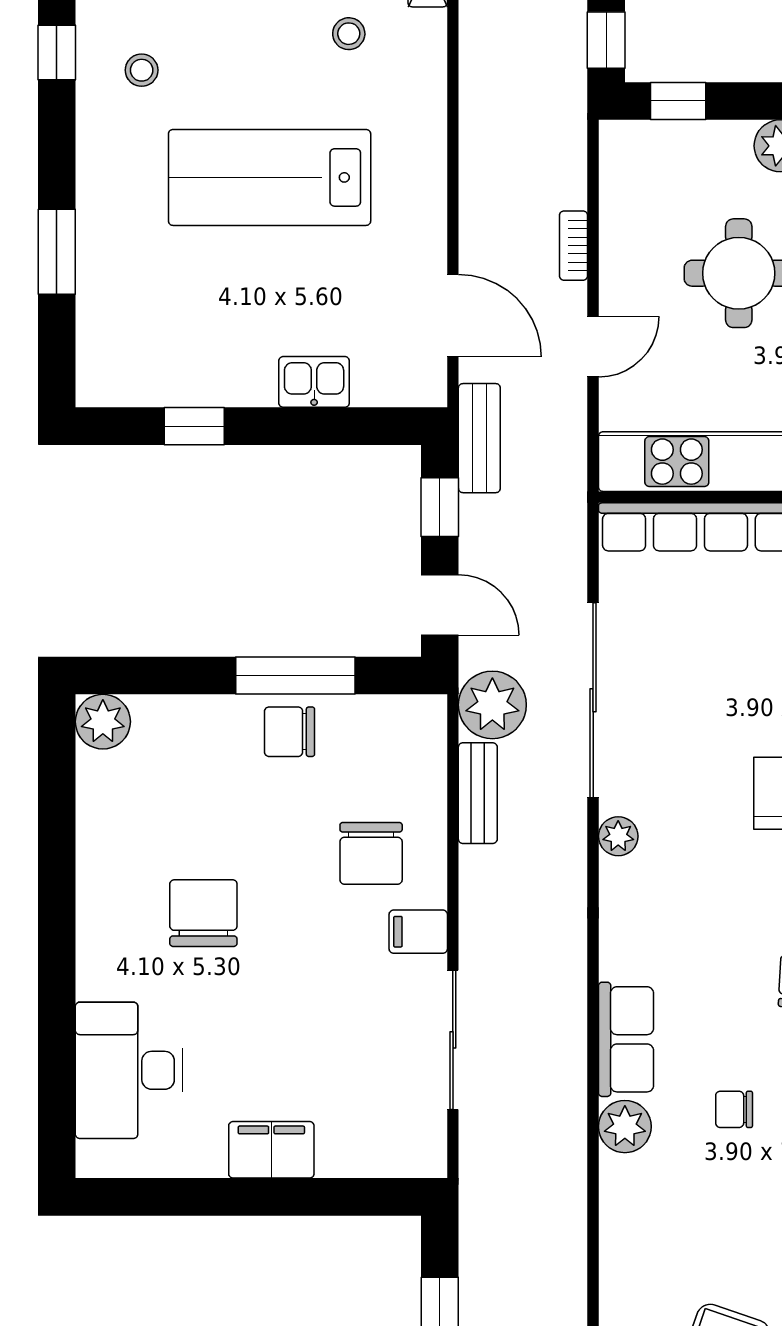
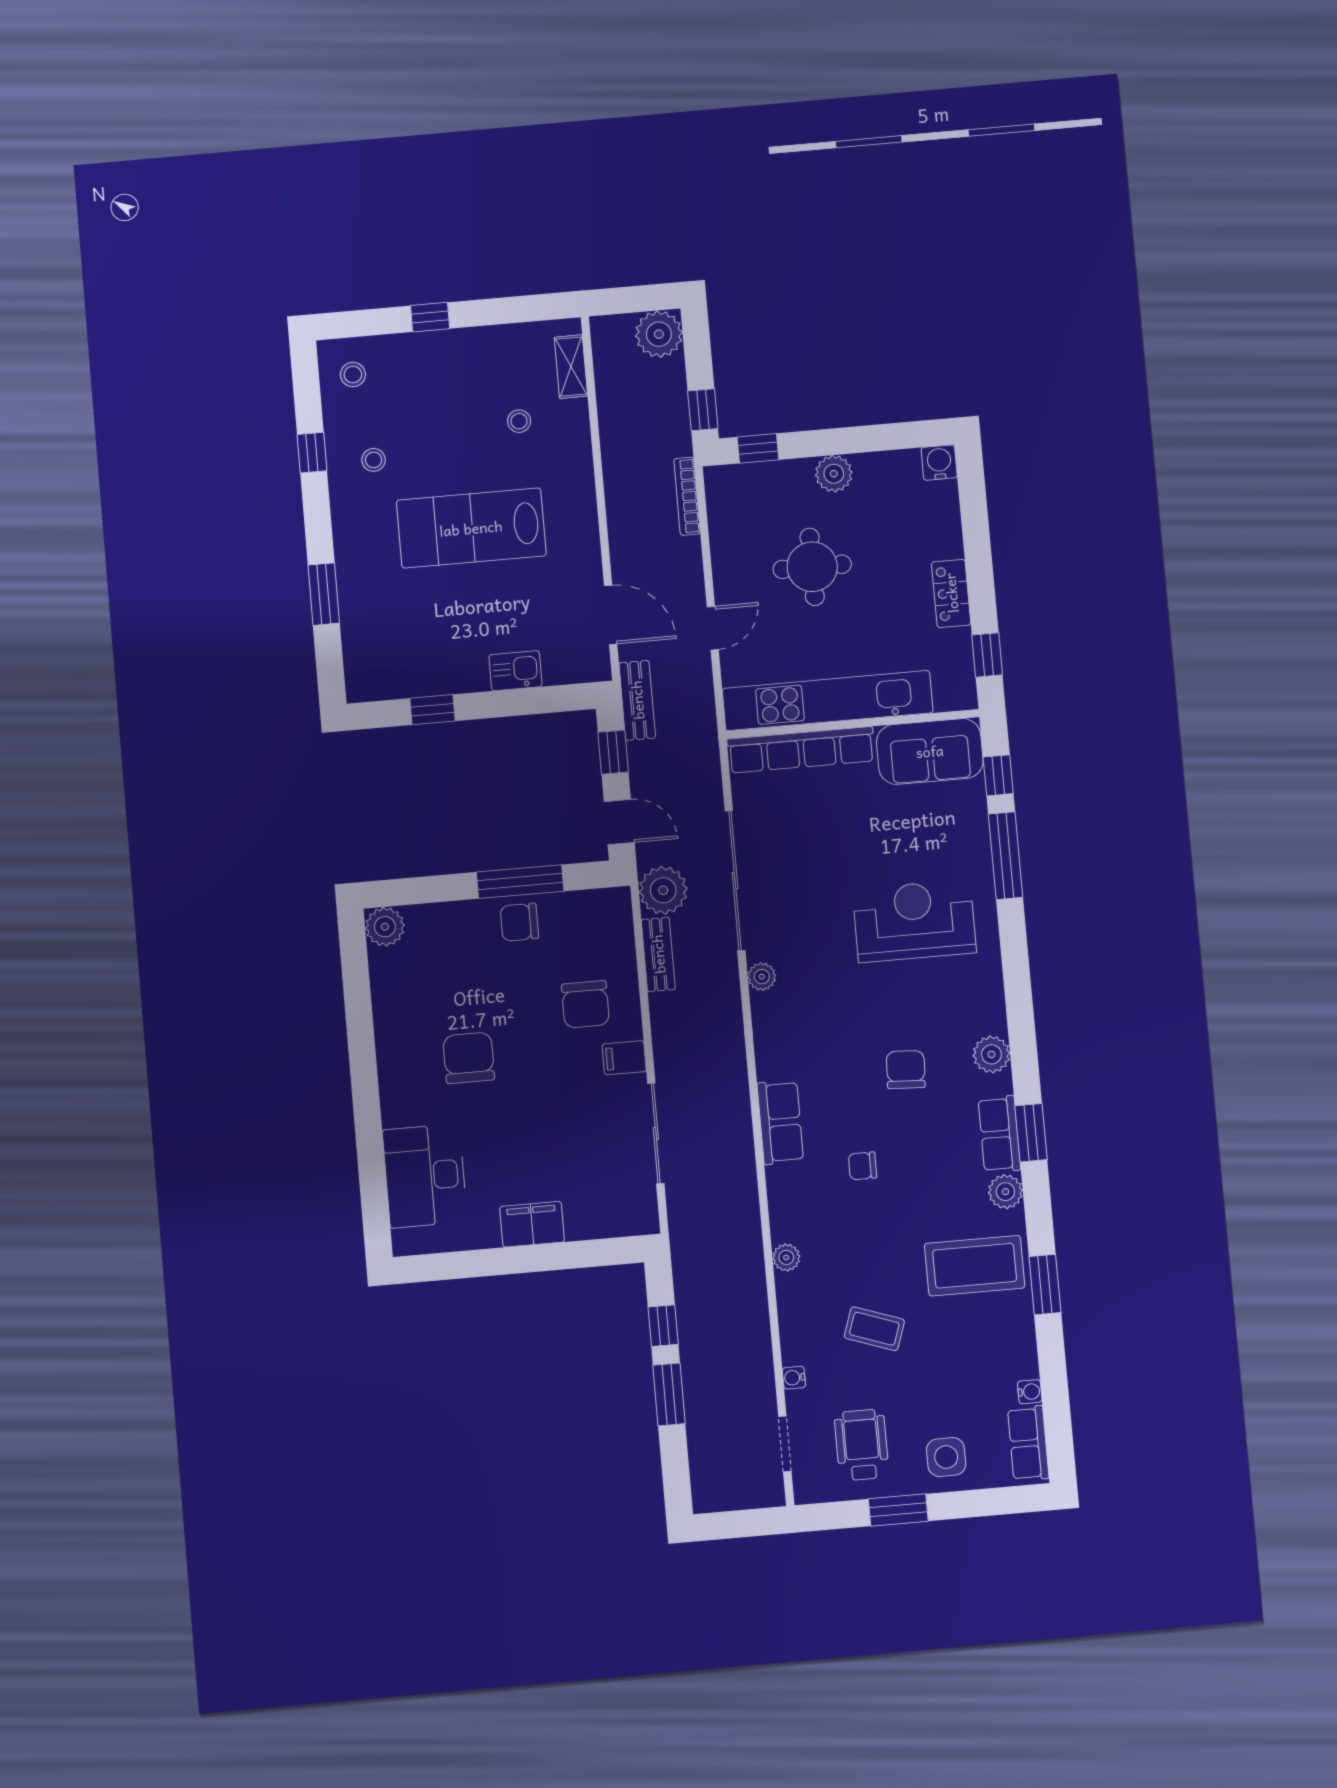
bookcase: (574, 246) -> (687, 496), moved, width x1.56
plant: (625, 1127) -> (786, 1257), moved, width x0.73, depth x0.73

